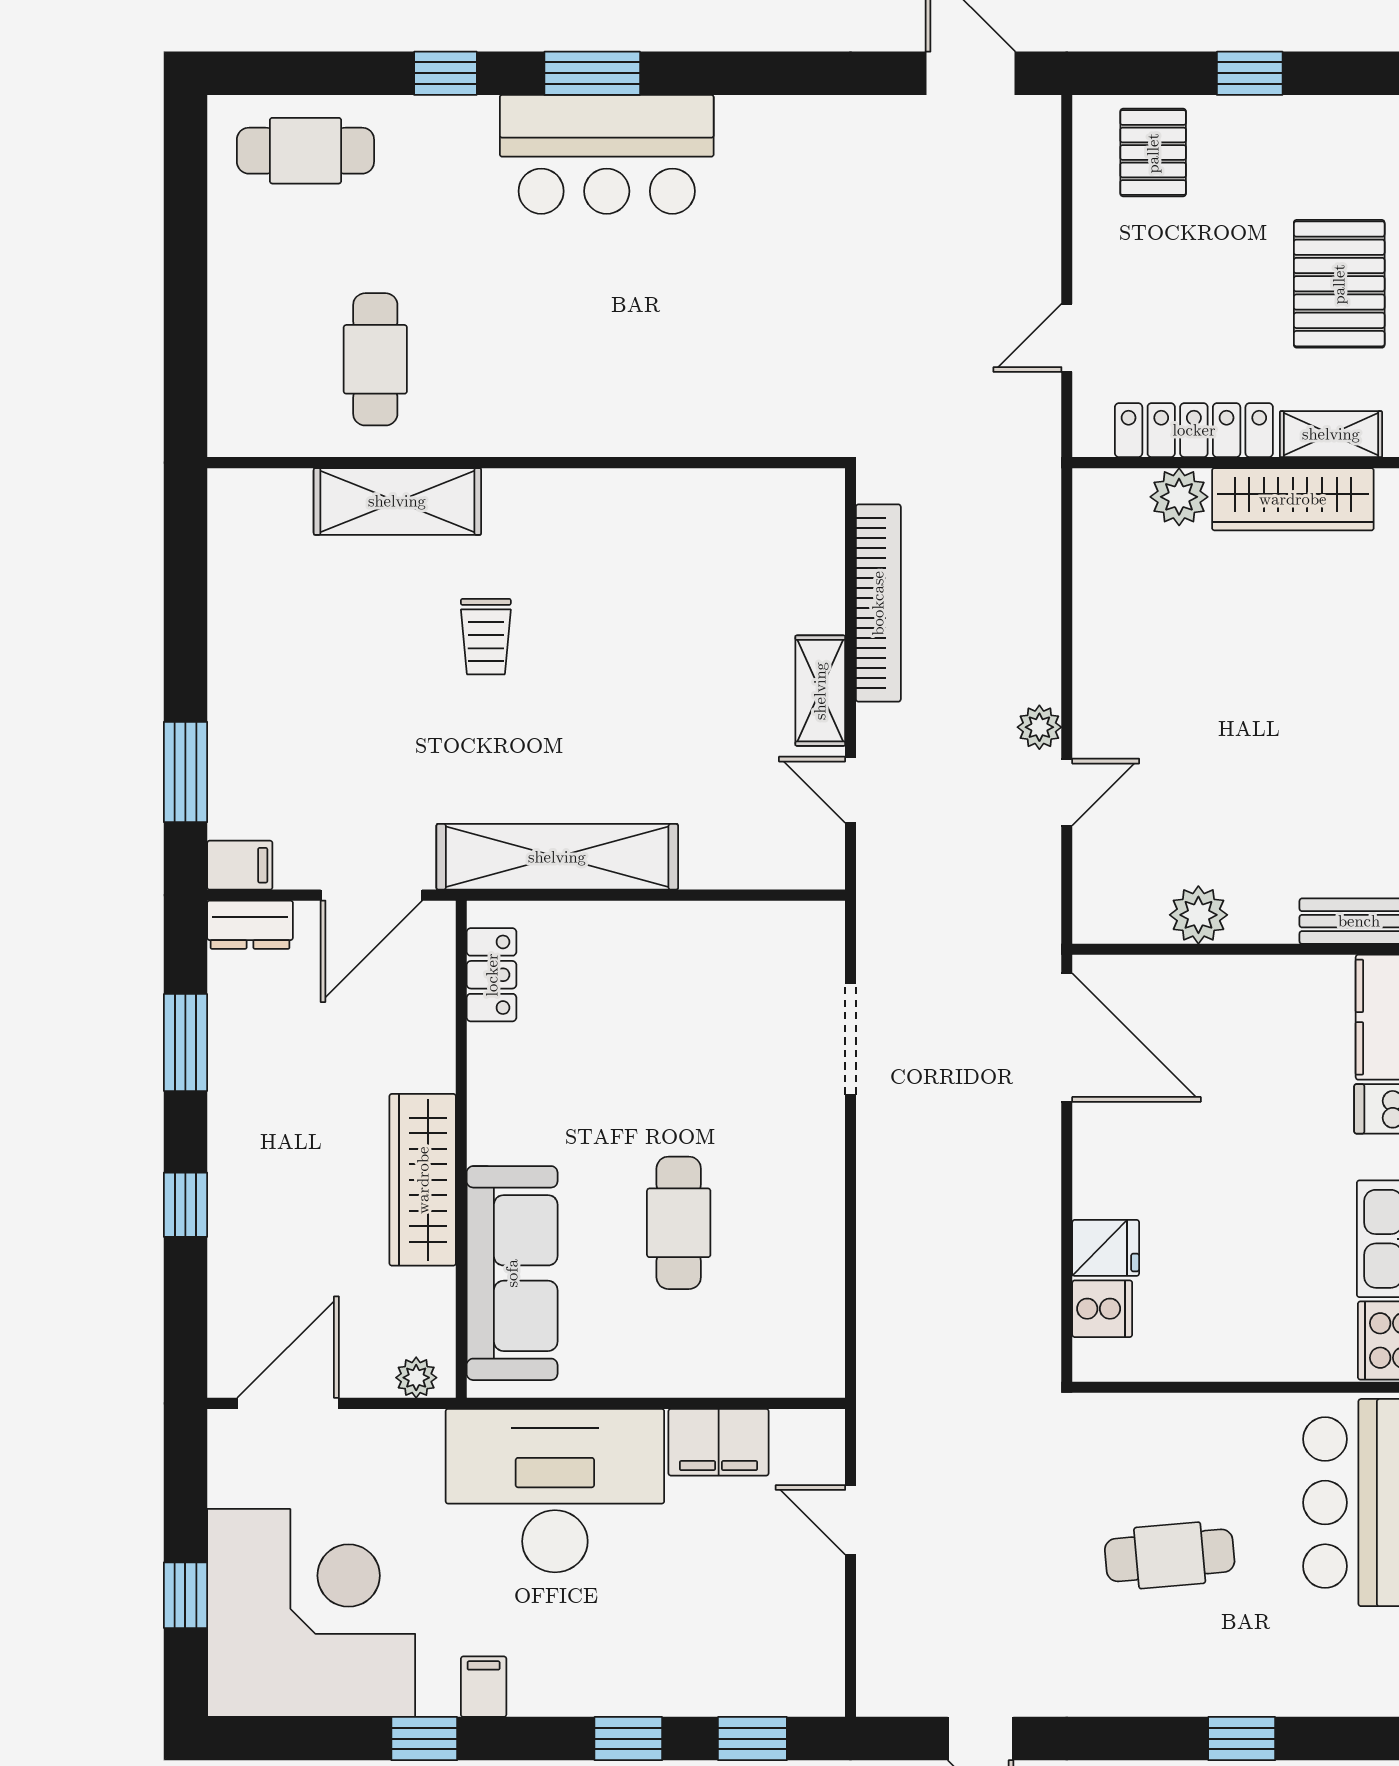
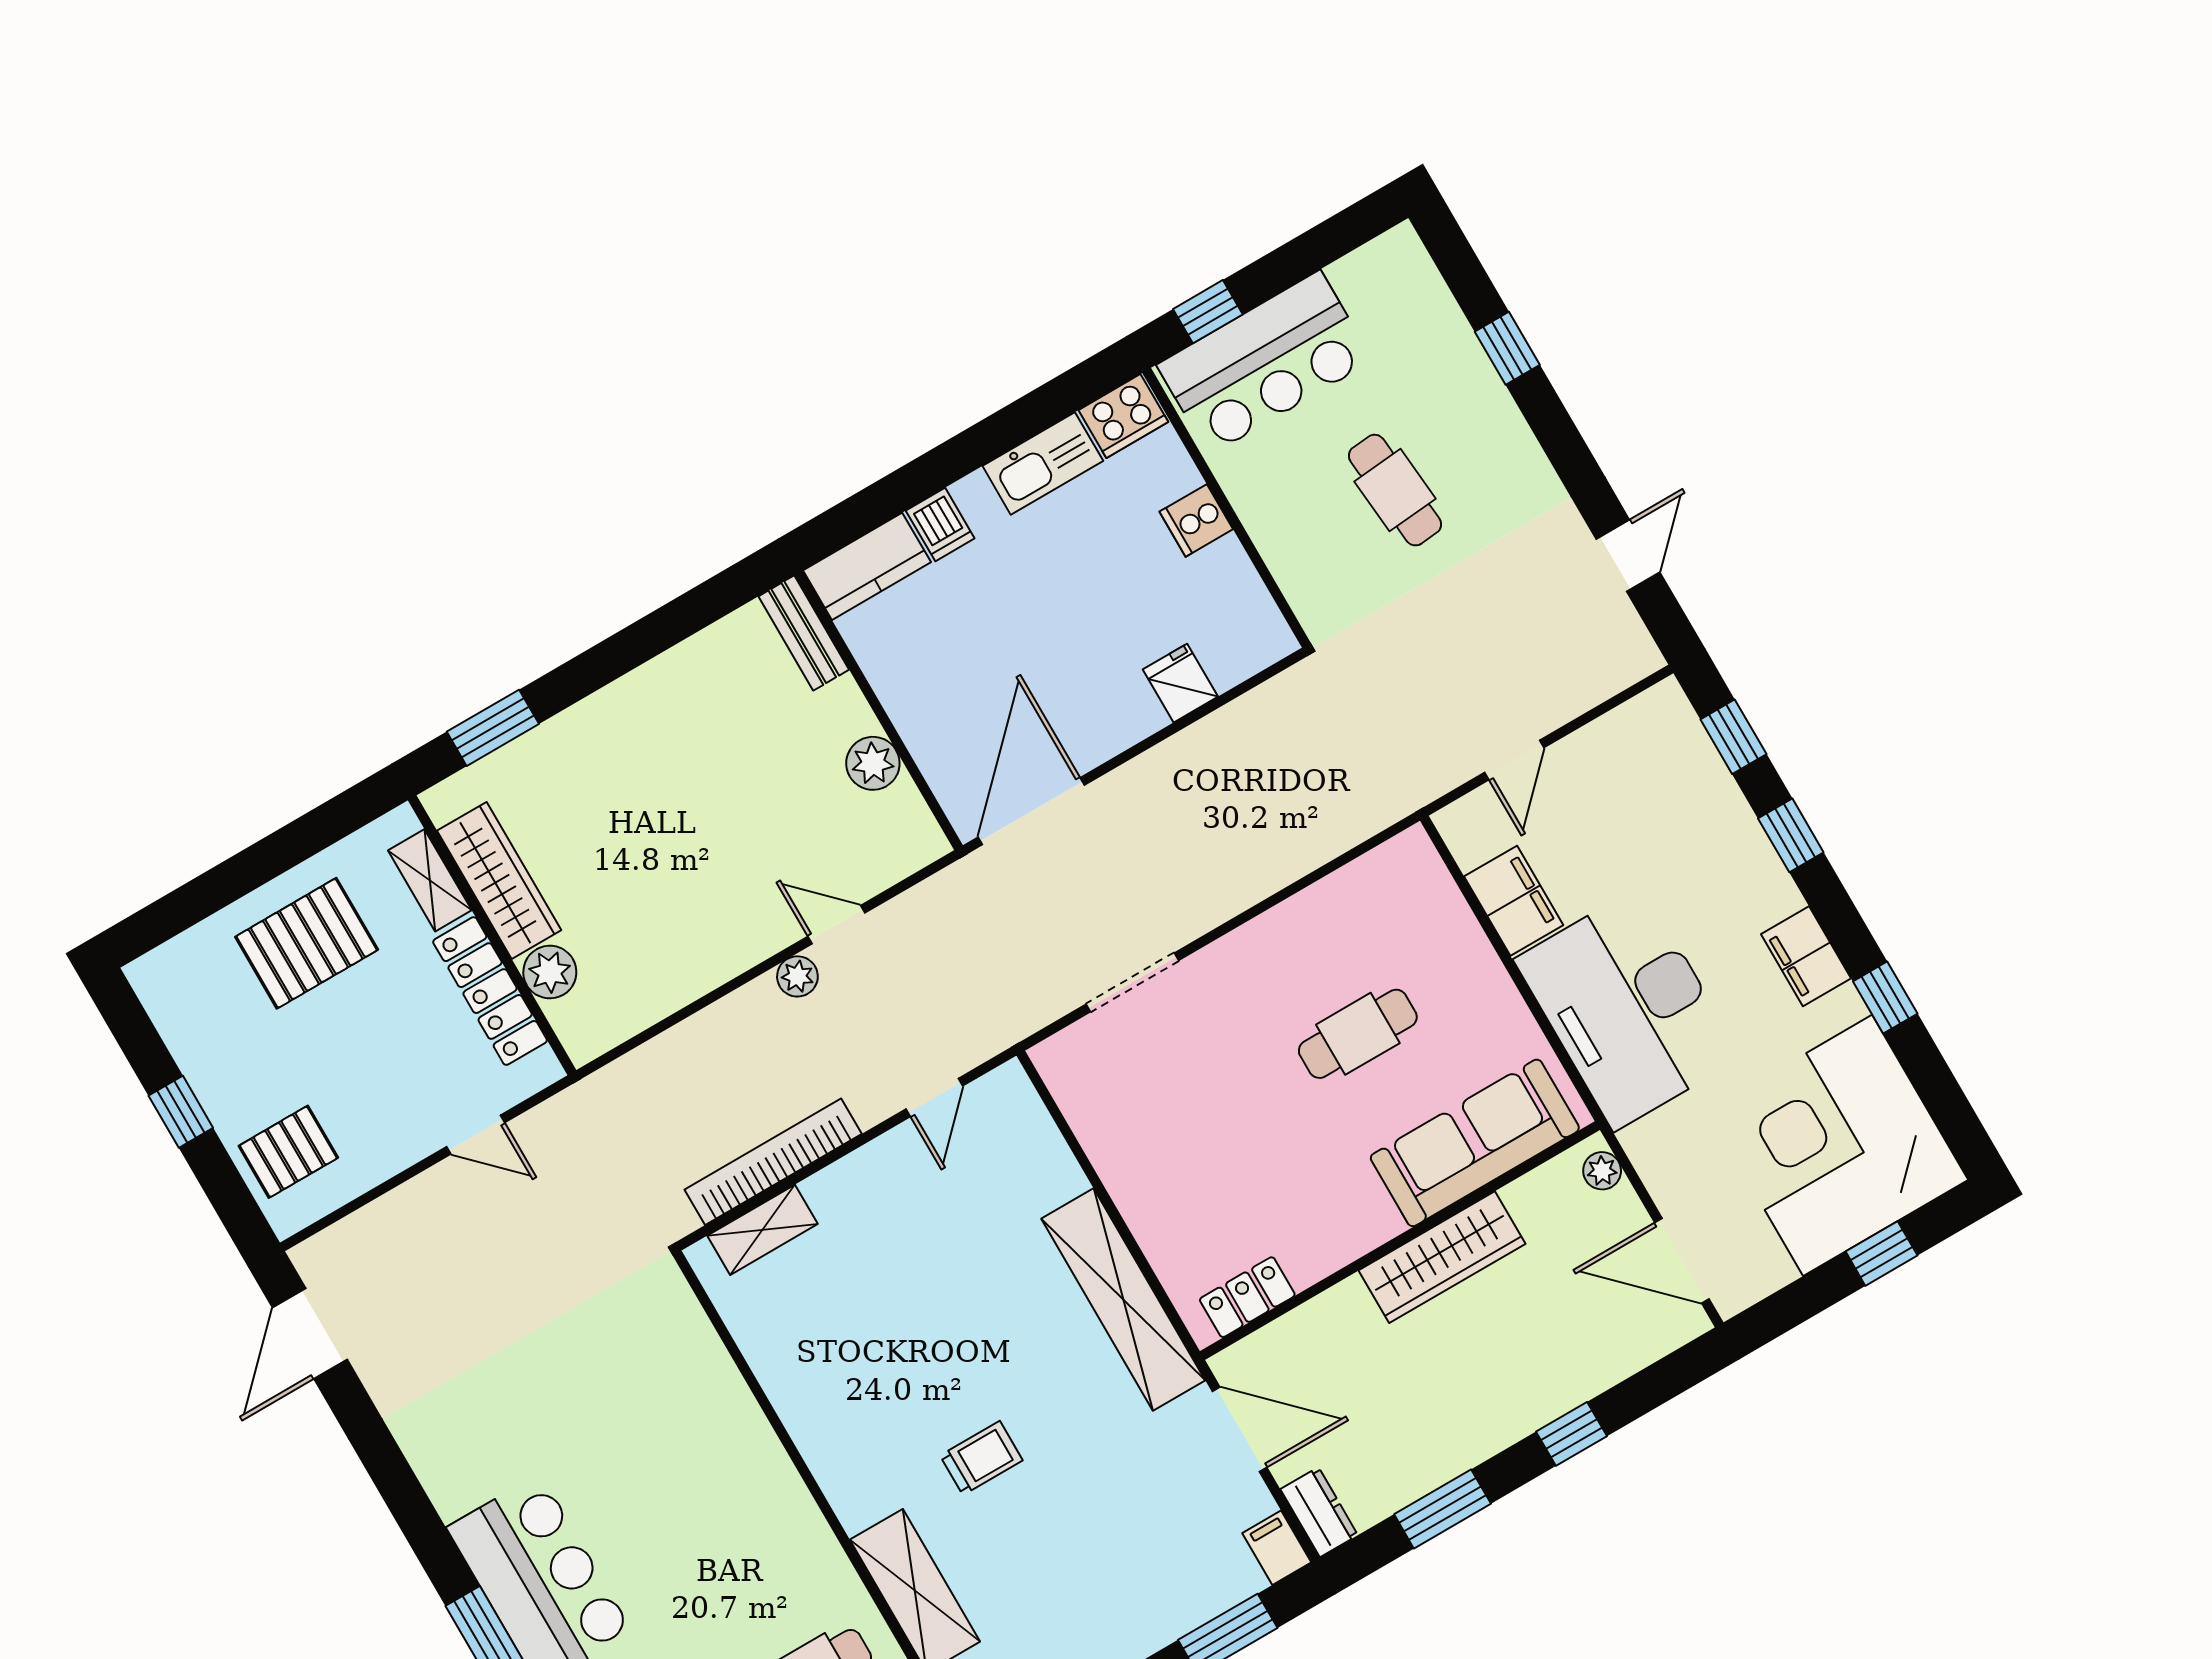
shelving: (820, 691) -> (762, 1230), moved
cooker: (1102, 1309) -> (1196, 520), moved, turned -90
filing cabinet: (484, 1687) -> (1806, 956), width x2.00

